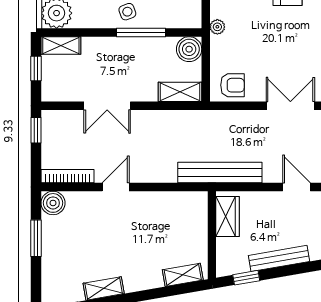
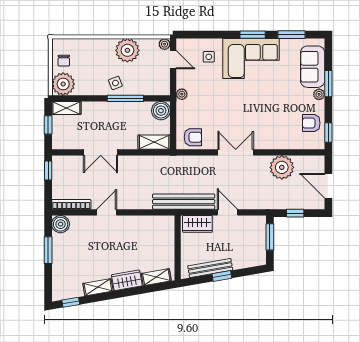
door: (297, 187) -> (227, 212), moved
wardrobe: (228, 217) -> (197, 224), moved, turned 90
bench: (279, 258) -> (210, 268), moved
window: (246, 278) -> (222, 276), moved
wardrobe: (143, 279) -> (127, 280), added

